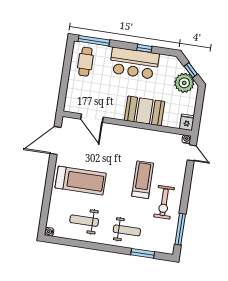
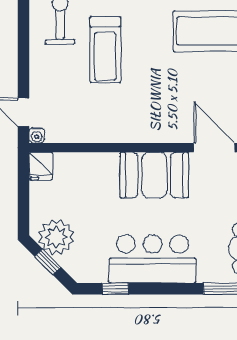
window: (144, 48) -> (115, 289), moved
booth: (144, 111) -> (154, 175), moved

